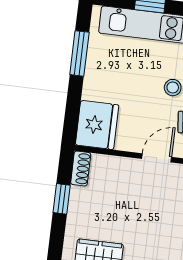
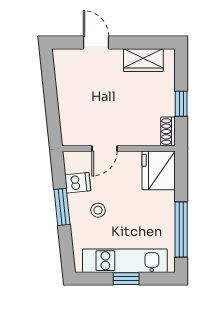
window: (79, 53) -> (181, 229), width x1.44

